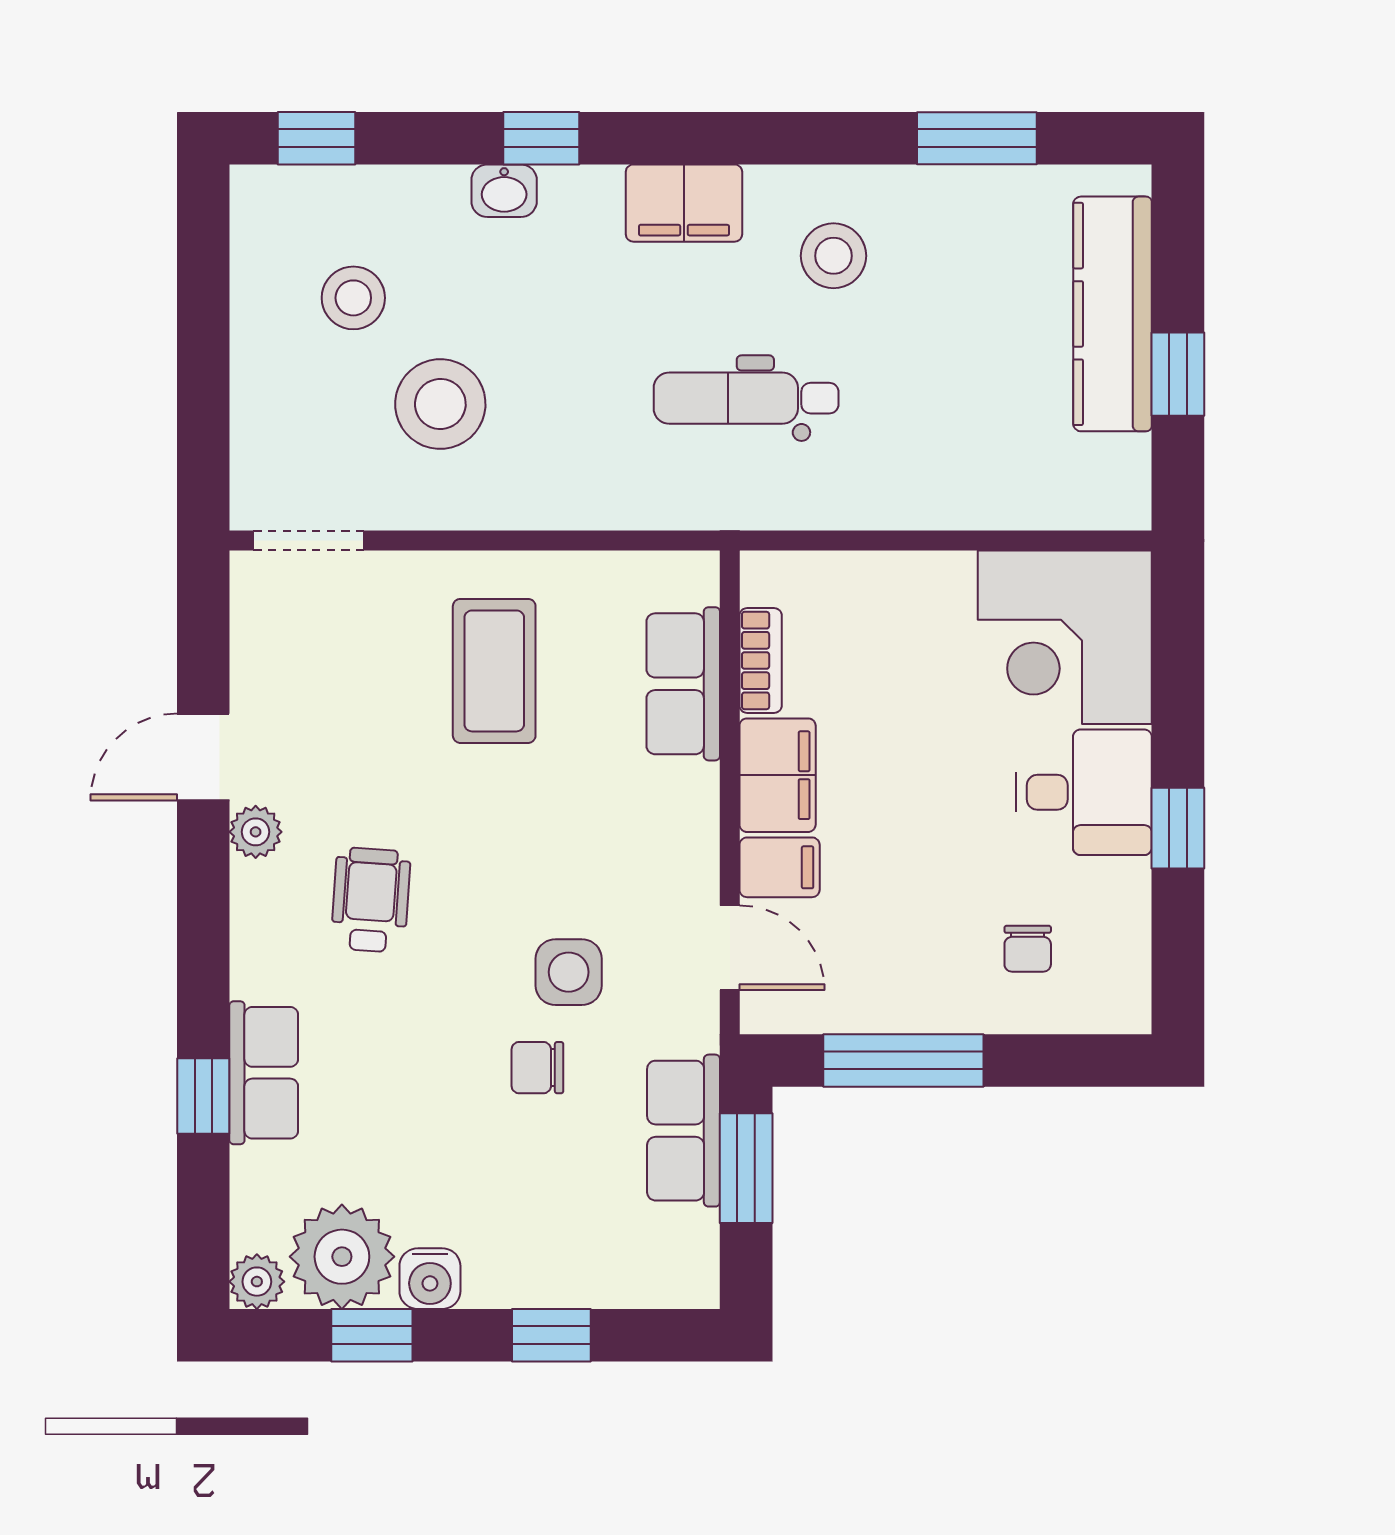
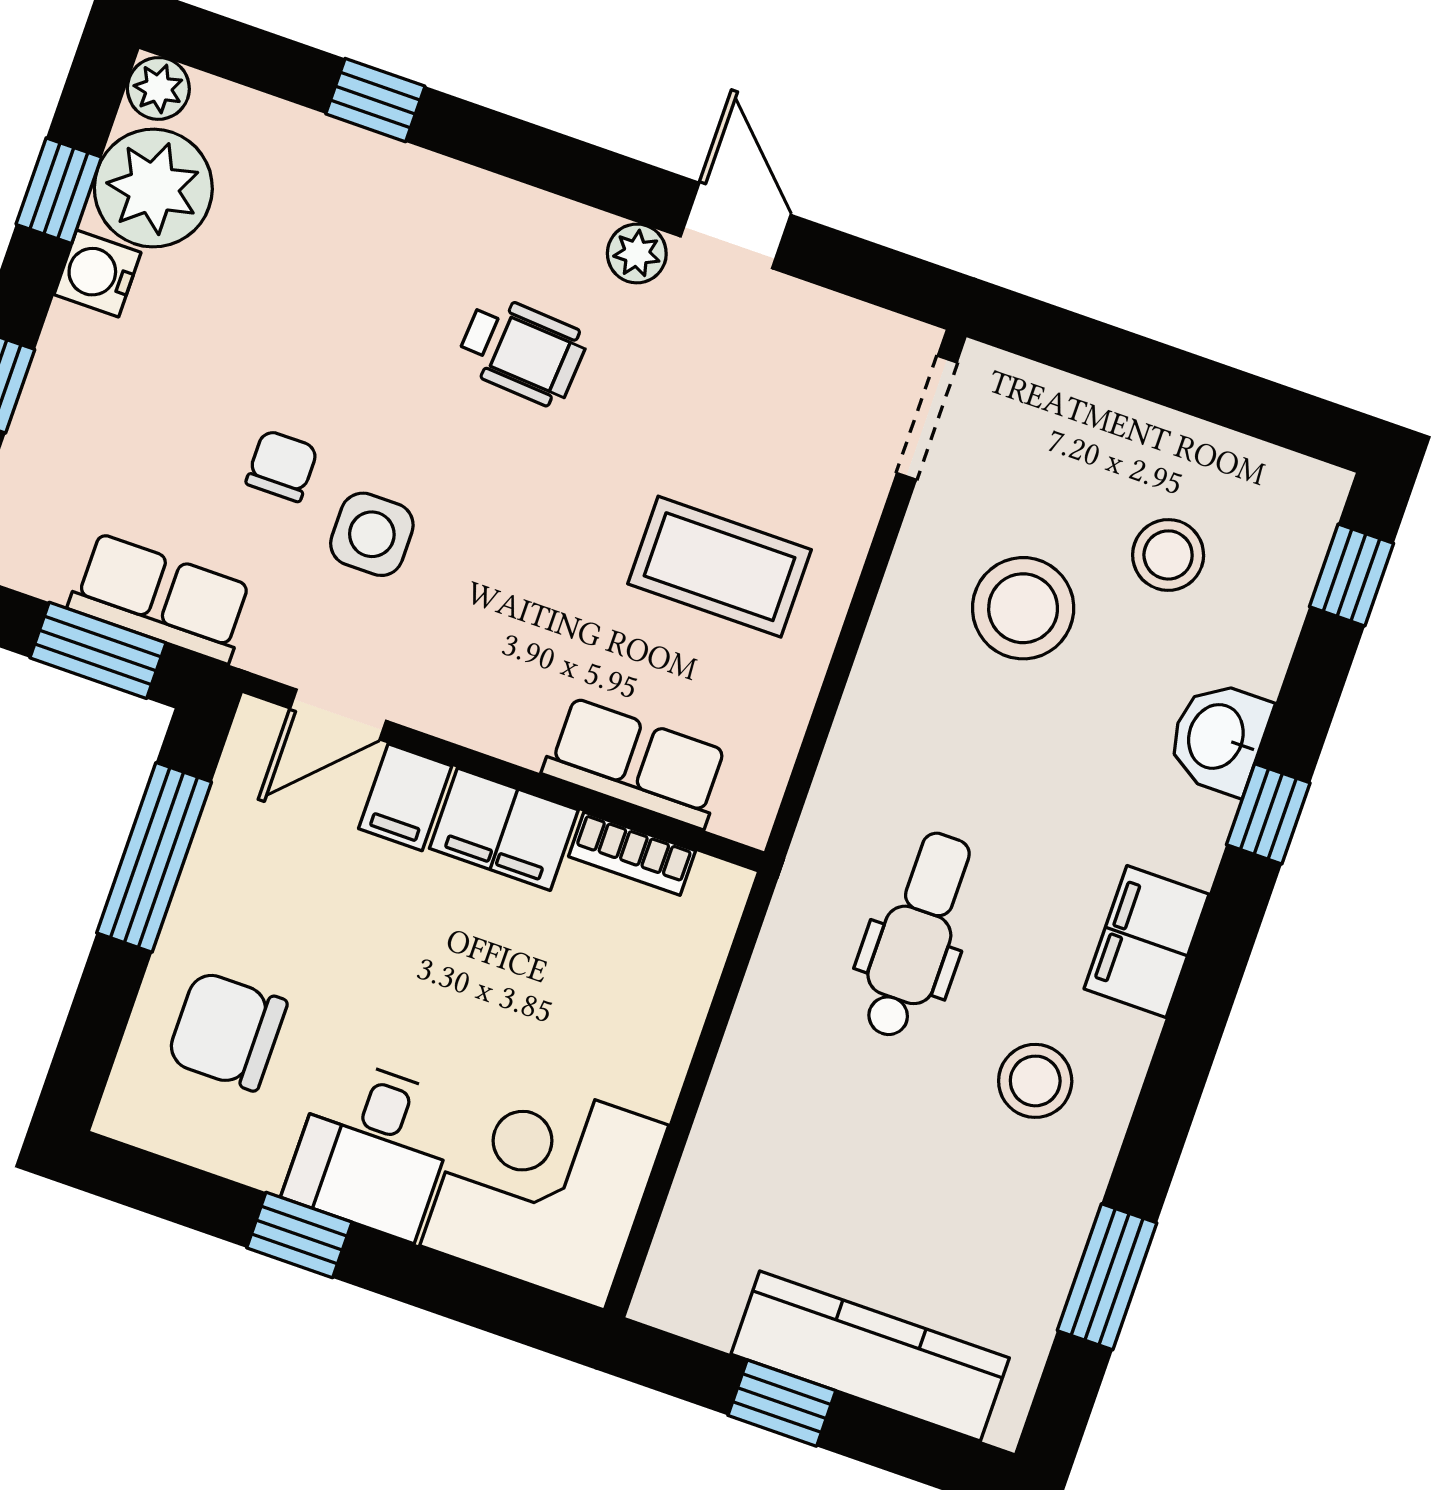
washbasin: (504, 191) -> (1218, 737), width x1.38, depth x1.45
chair: (1028, 949) -> (227, 1031), width x1.87, depth x1.87
row of seats: (264, 1073) -> (378, 173), removed

